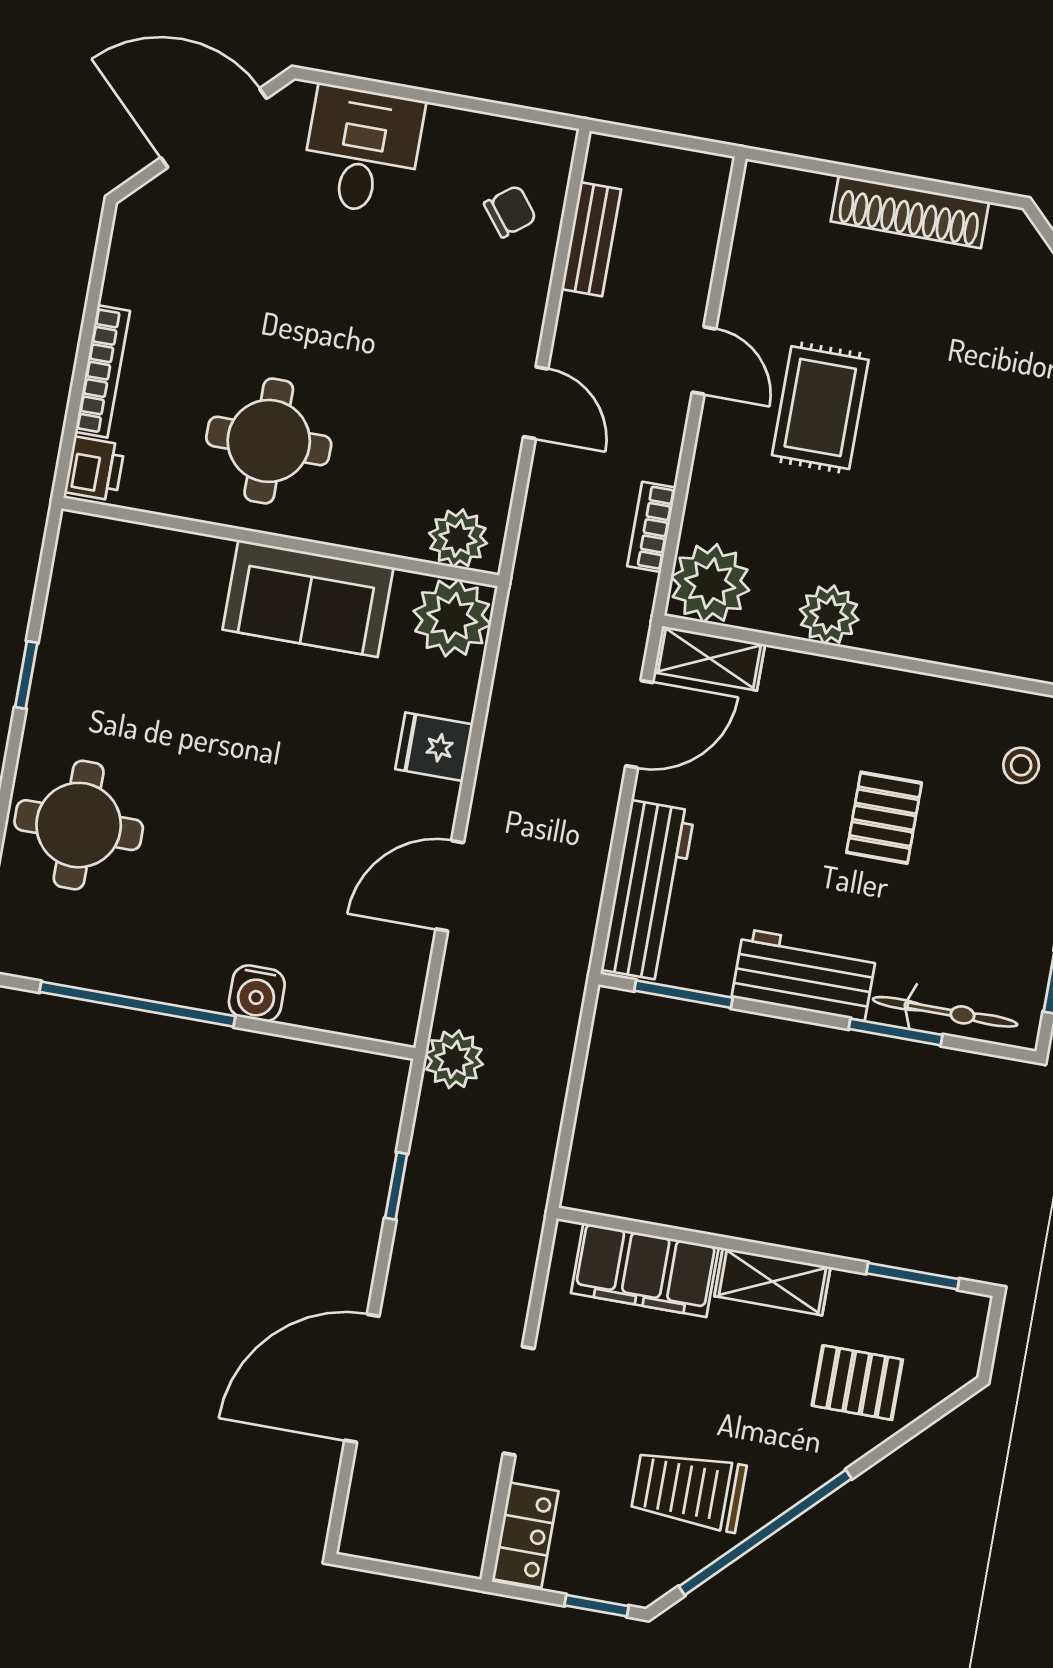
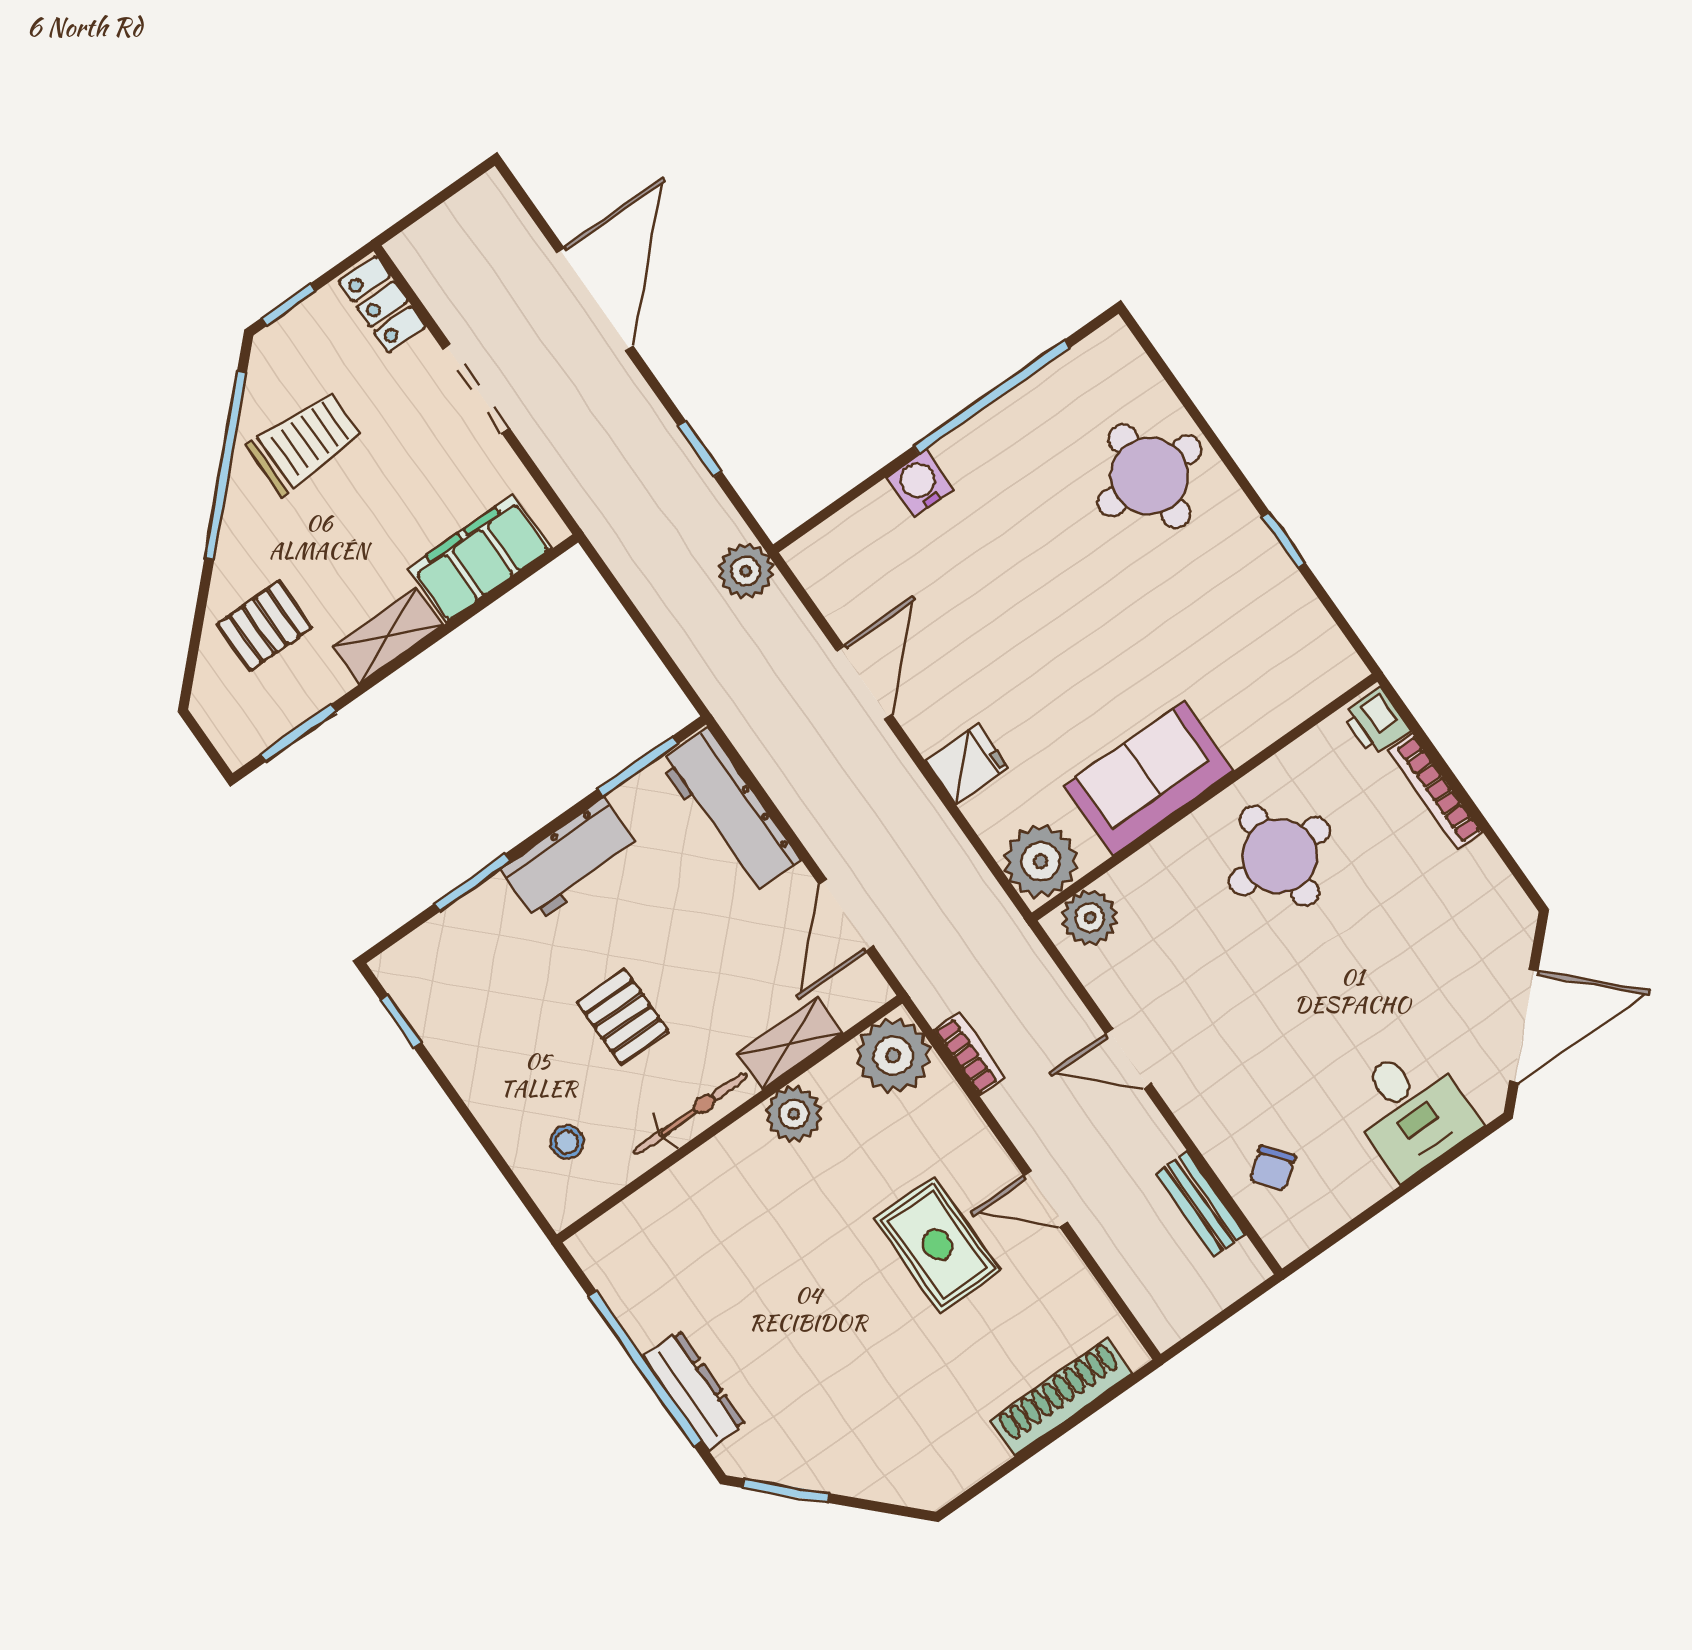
shoe rack: (910, 212) -> (1061, 1397), moved
shelving: (710, 658) -> (790, 1043), moved
bicycle: (945, 1012) -> (691, 1114), moved, turned 180

